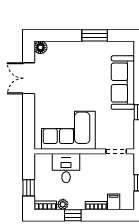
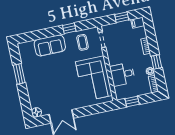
sofa: (123, 83) -> (50, 45), width x0.73
coffee table: (118, 126) -> (83, 42), added
window: (29, 188) -> (132, 101), moved
filing cabinet: (114, 202) -> (138, 23), moved

